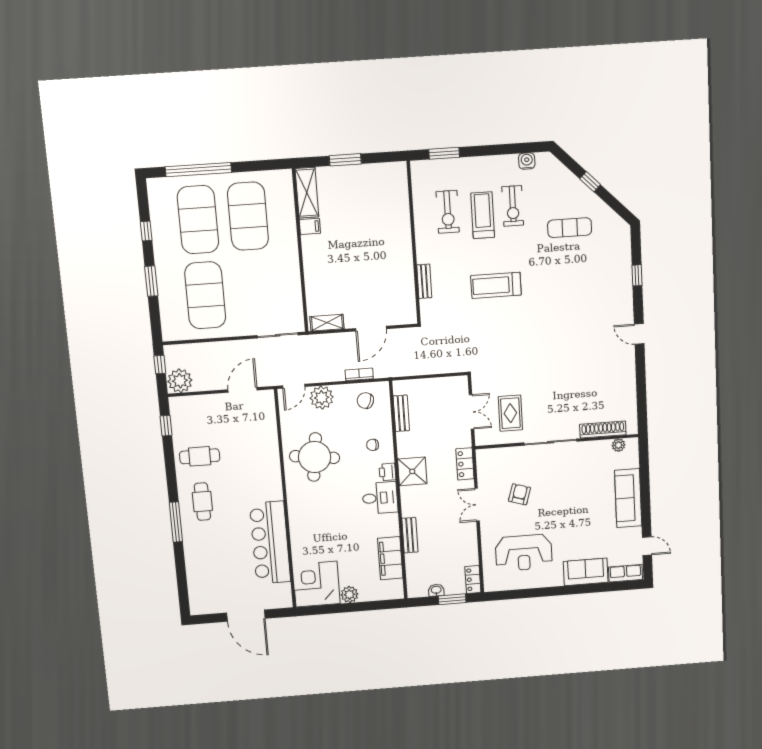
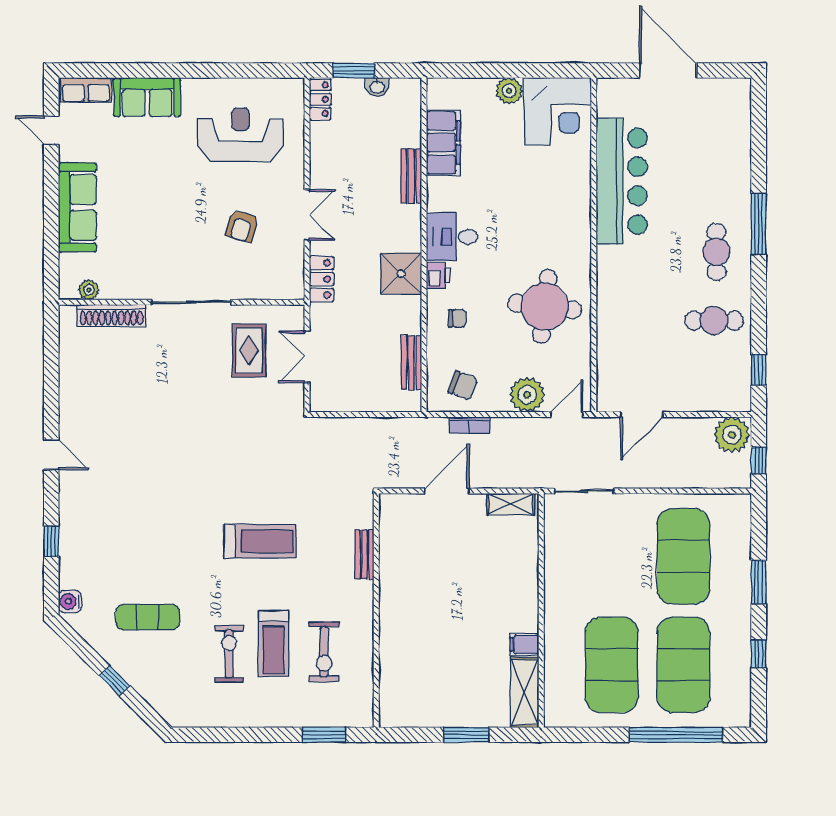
water cooler: (527, 161) -> (70, 602), moved, turned 90
exercise bike: (448, 212) -> (324, 652), turned 180

